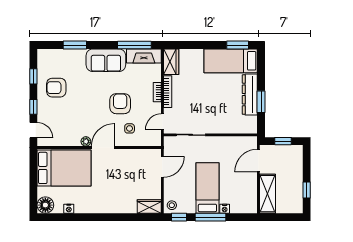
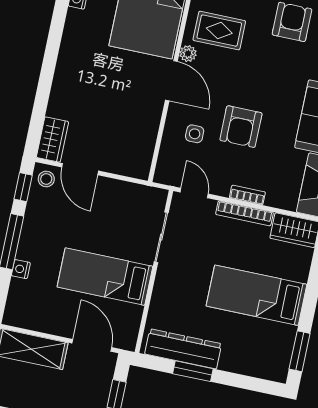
bed: (231, 61) -> (256, 295), moved, turned -90
dresser: (250, 95) -> (183, 349), moved
armchair: (120, 104) -> (241, 127), turned 90
rug: (70, 127) -> (219, 31), added
door: (162, 167) -> (80, 169), moved
bed: (207, 188) -> (105, 277), moved, turned 180

